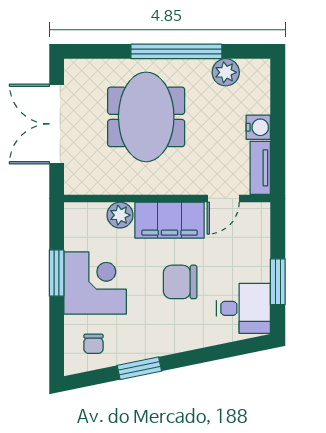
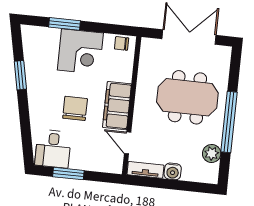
plant: (120, 215) -> (124, 73), removed
window: (57, 273) -> (64, 24), moved
chair: (93, 344) -> (122, 43), moved

